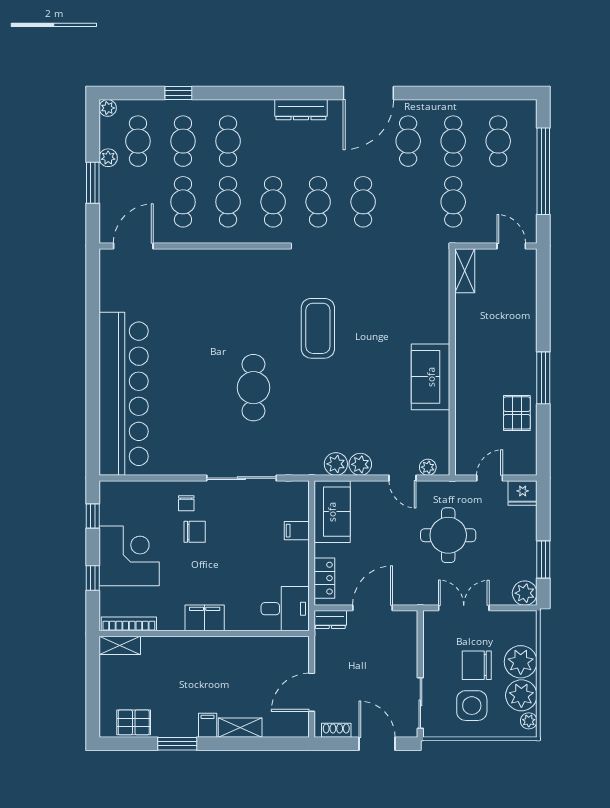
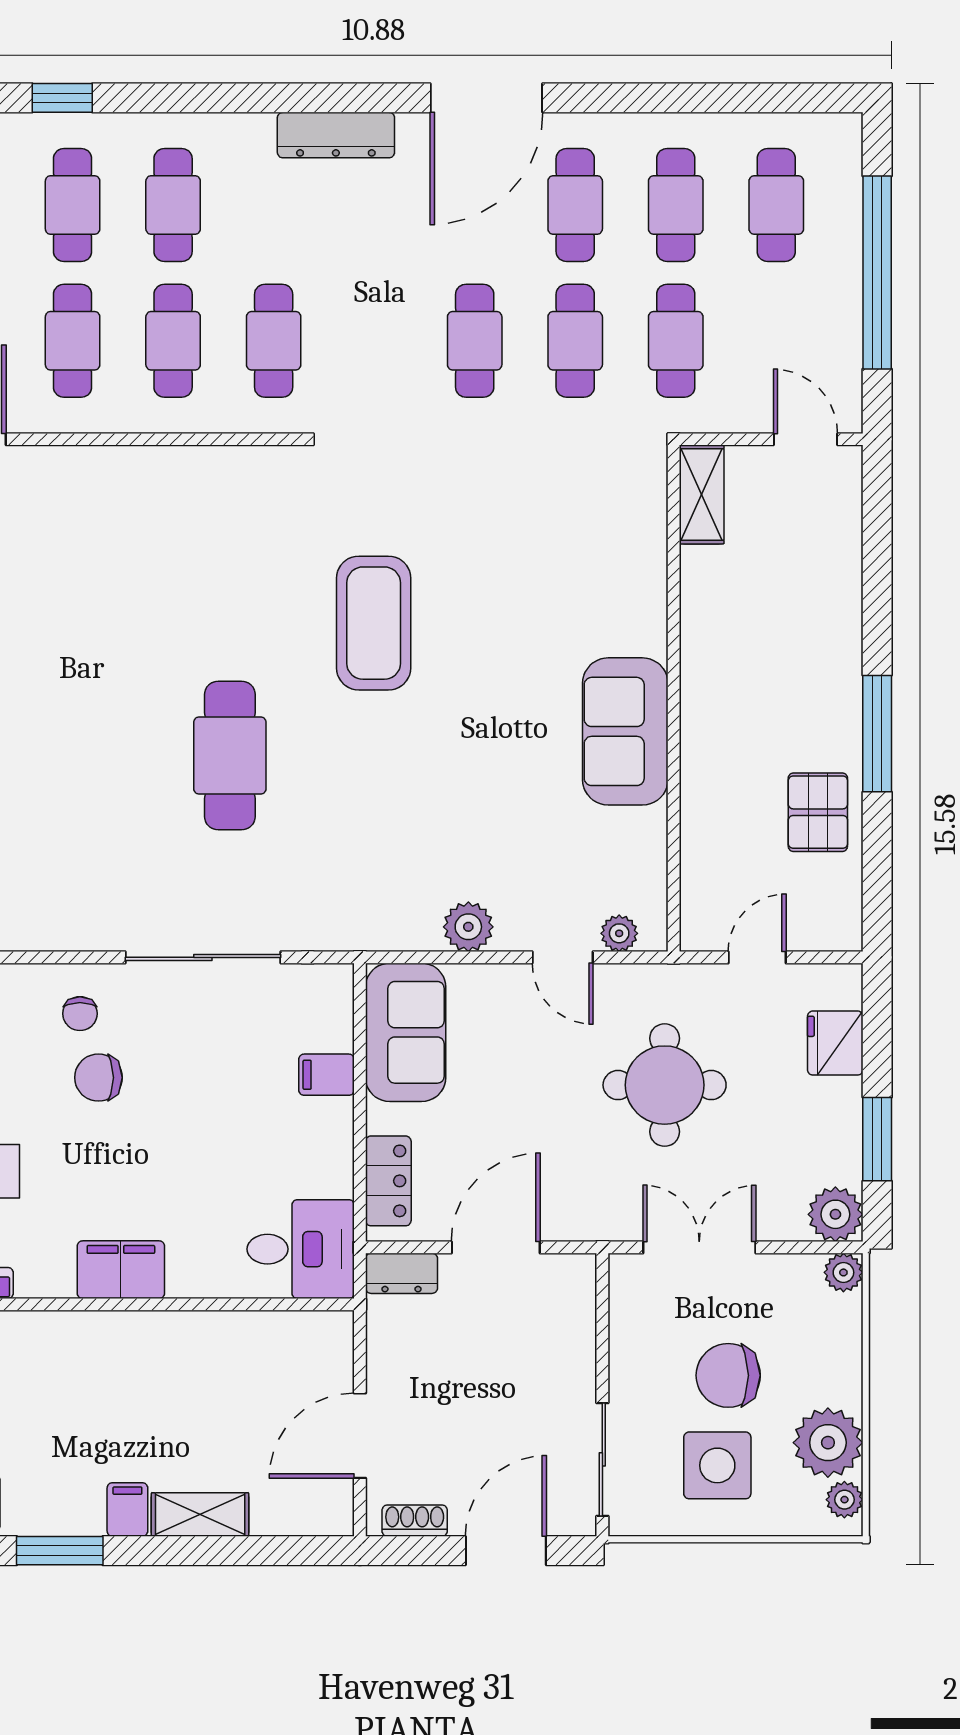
cafe table: (318, 202) -> (575, 341), moved
plant: (336, 464) -> (414, 926), removed
fridge: (523, 493) -> (835, 1043), moved, turned 90
chair: (195, 532) -> (98, 1078), turned 180
plant: (521, 662) -> (843, 1272), moved, width x0.53, depth x0.53
door: (377, 744) -> (506, 1551), hinge flipped

